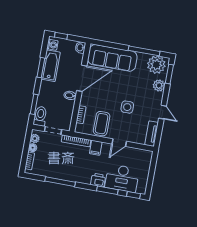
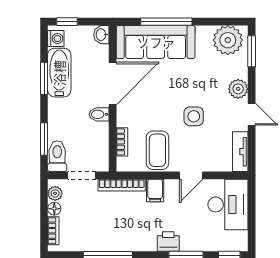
window: (144, 51) -> (166, 22), moved
plant: (159, 85) -> (238, 89), moved
desk: (122, 178) -> (228, 204), moved, turned -90

